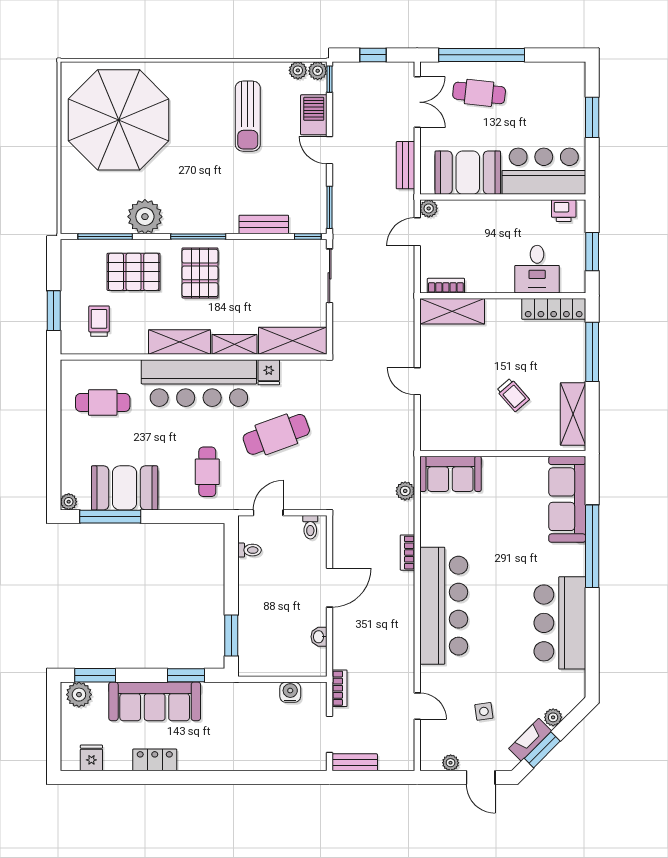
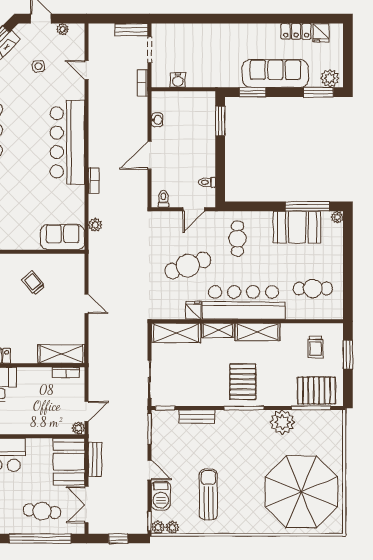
booth: (468, 173) -> (69, 462), moved, turned 90
pallet: (134, 272) -> (316, 390), moved
trolley: (513, 395) -> (33, 283), moved
locker: (155, 760) -> (296, 31), moved

